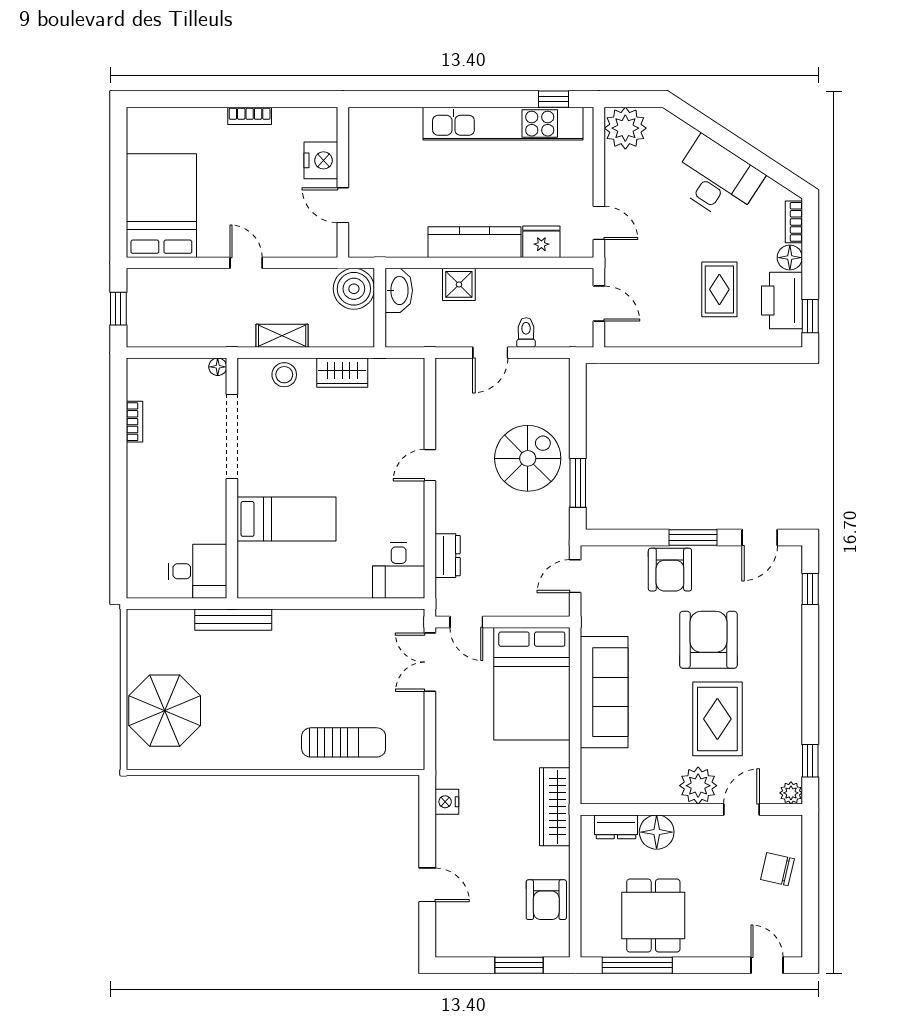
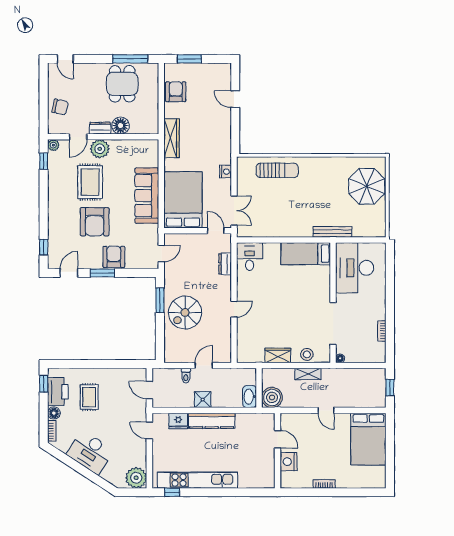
shower: (459, 284) -> (203, 400), moved
bed: (286, 519) -> (306, 254), moved
desk: (197, 571) -> (355, 268), width x1.87, depth x1.30
sun lounger: (344, 742) -> (277, 170), turned 180
nightstand: (447, 802) -> (225, 172), moved
dresser: (616, 827) -> (100, 128), moved

